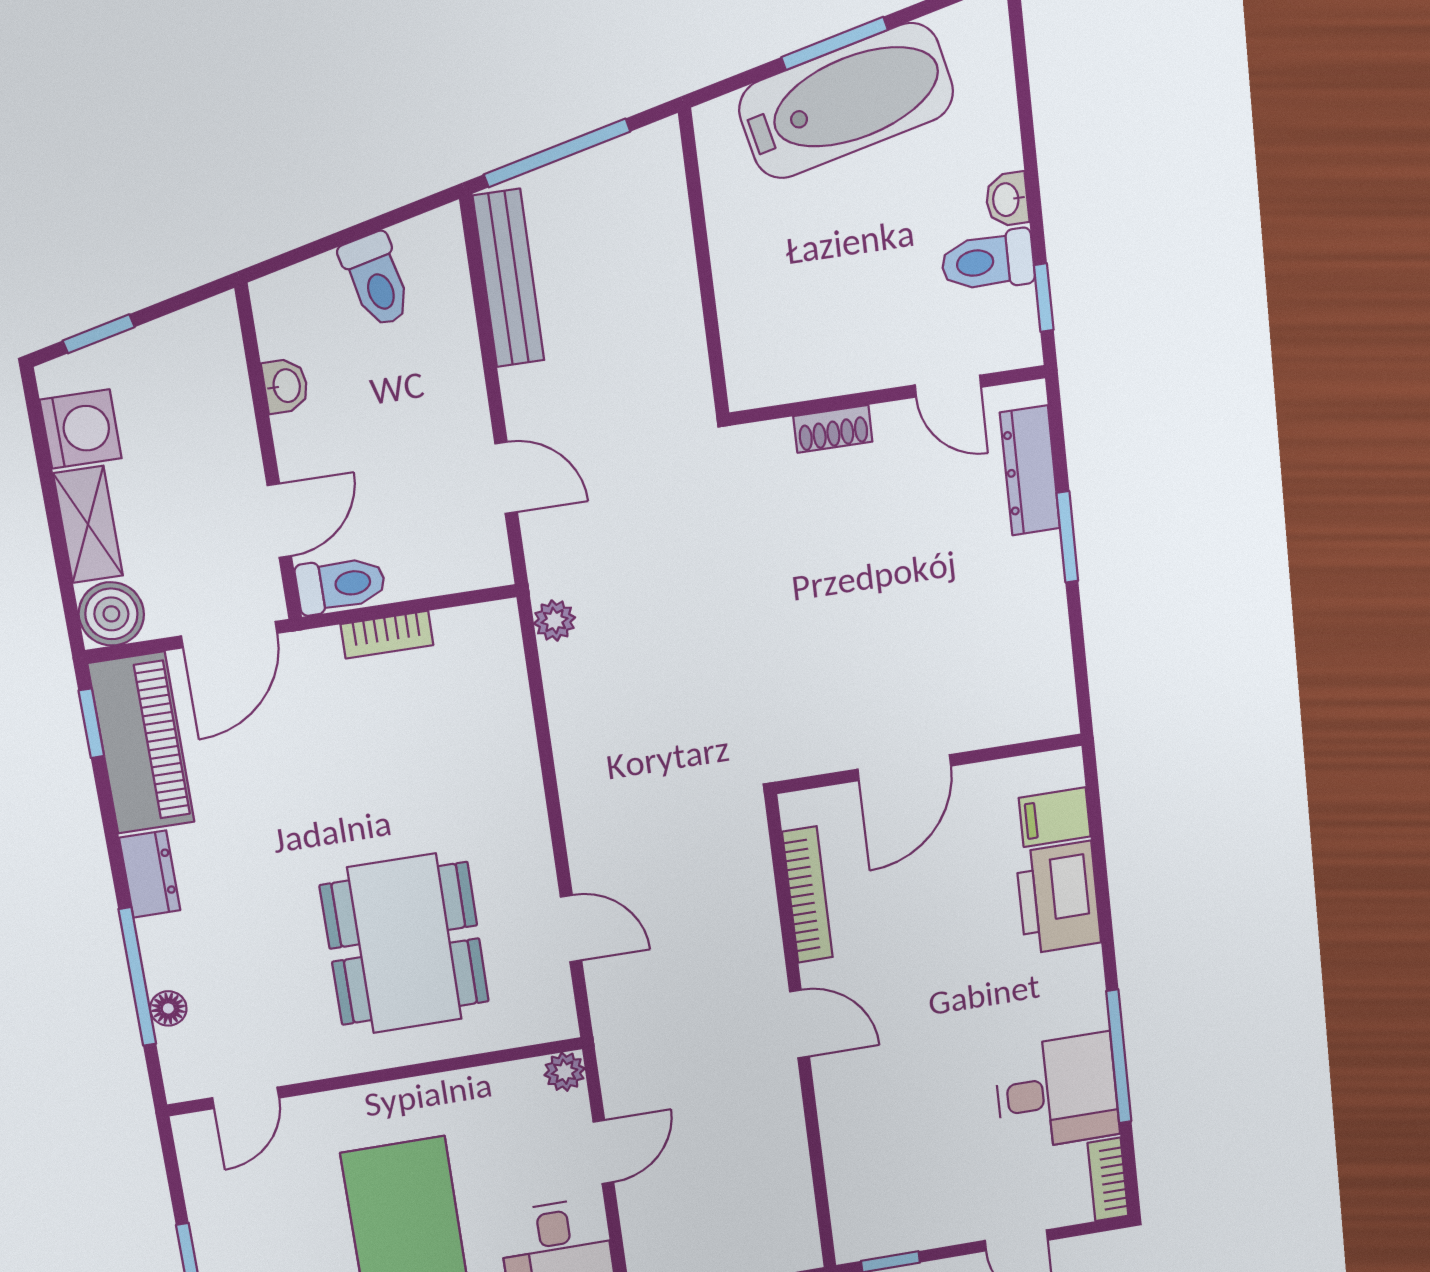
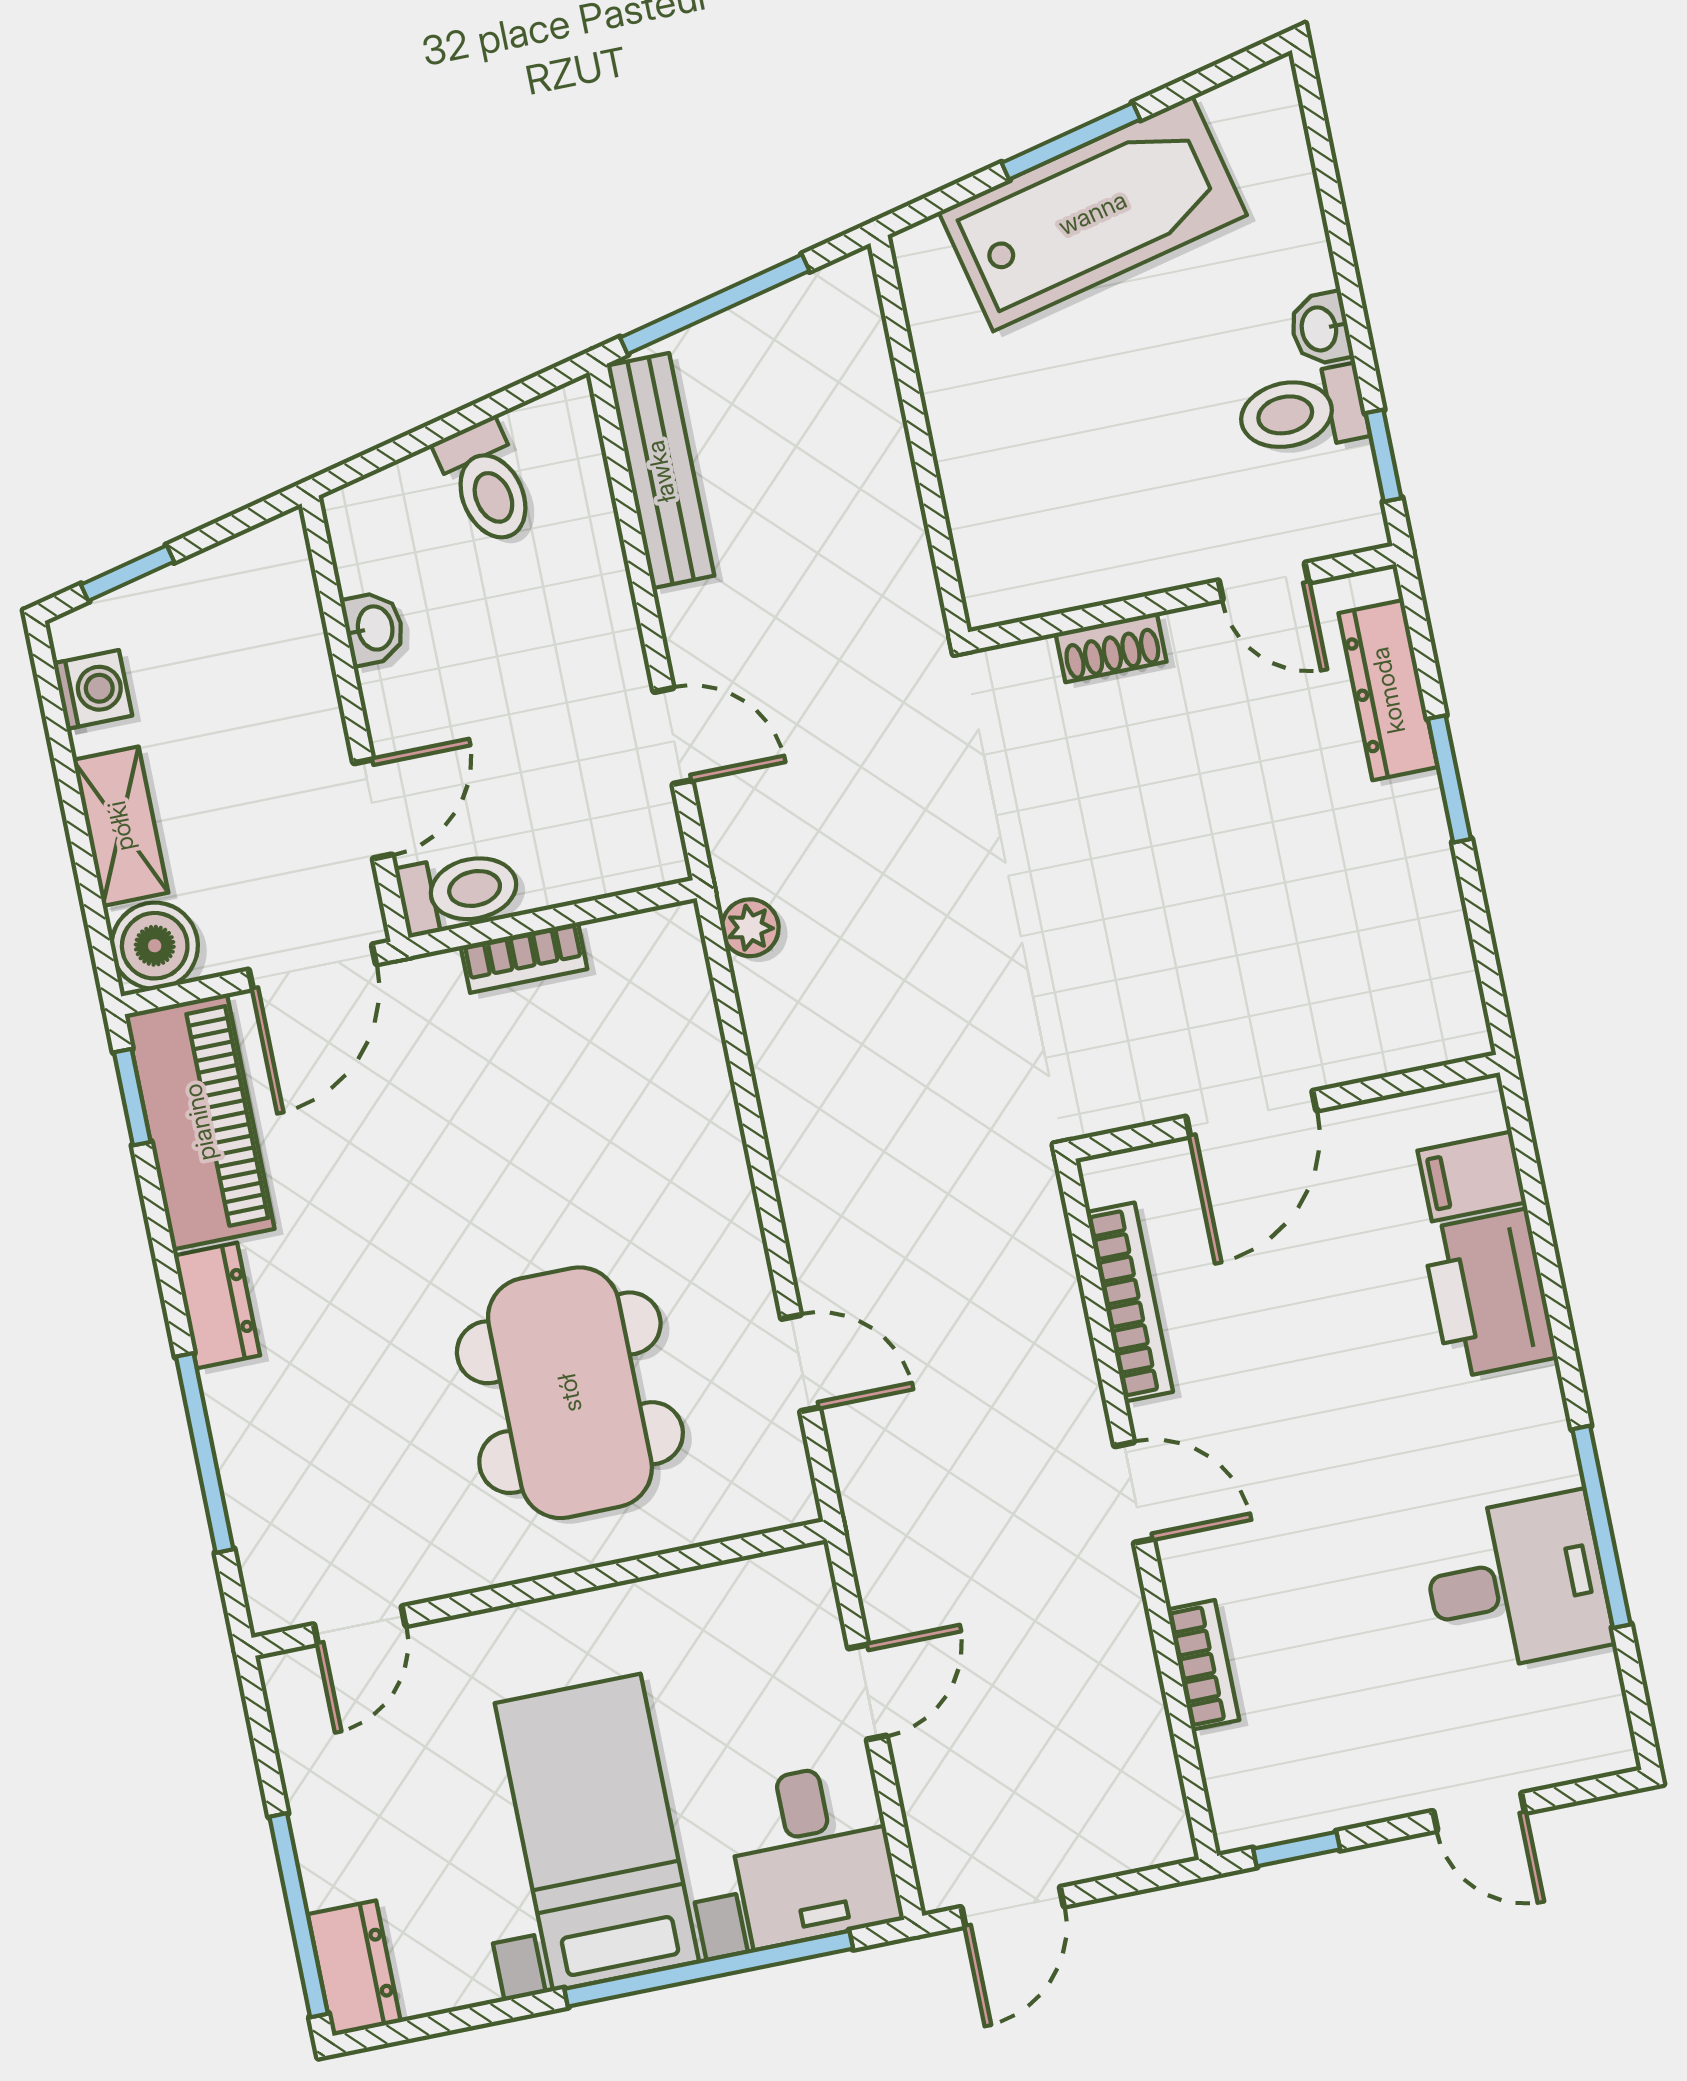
washing machine: (81, 429) -> (93, 690), width x0.73, depth x0.73
floor lamp: (168, 1008) -> (248, 1497), removed
plant: (565, 1072) -> (805, 1573), removed
bookcase: (1108, 1179) -> (1203, 1665), moved, turned 180

